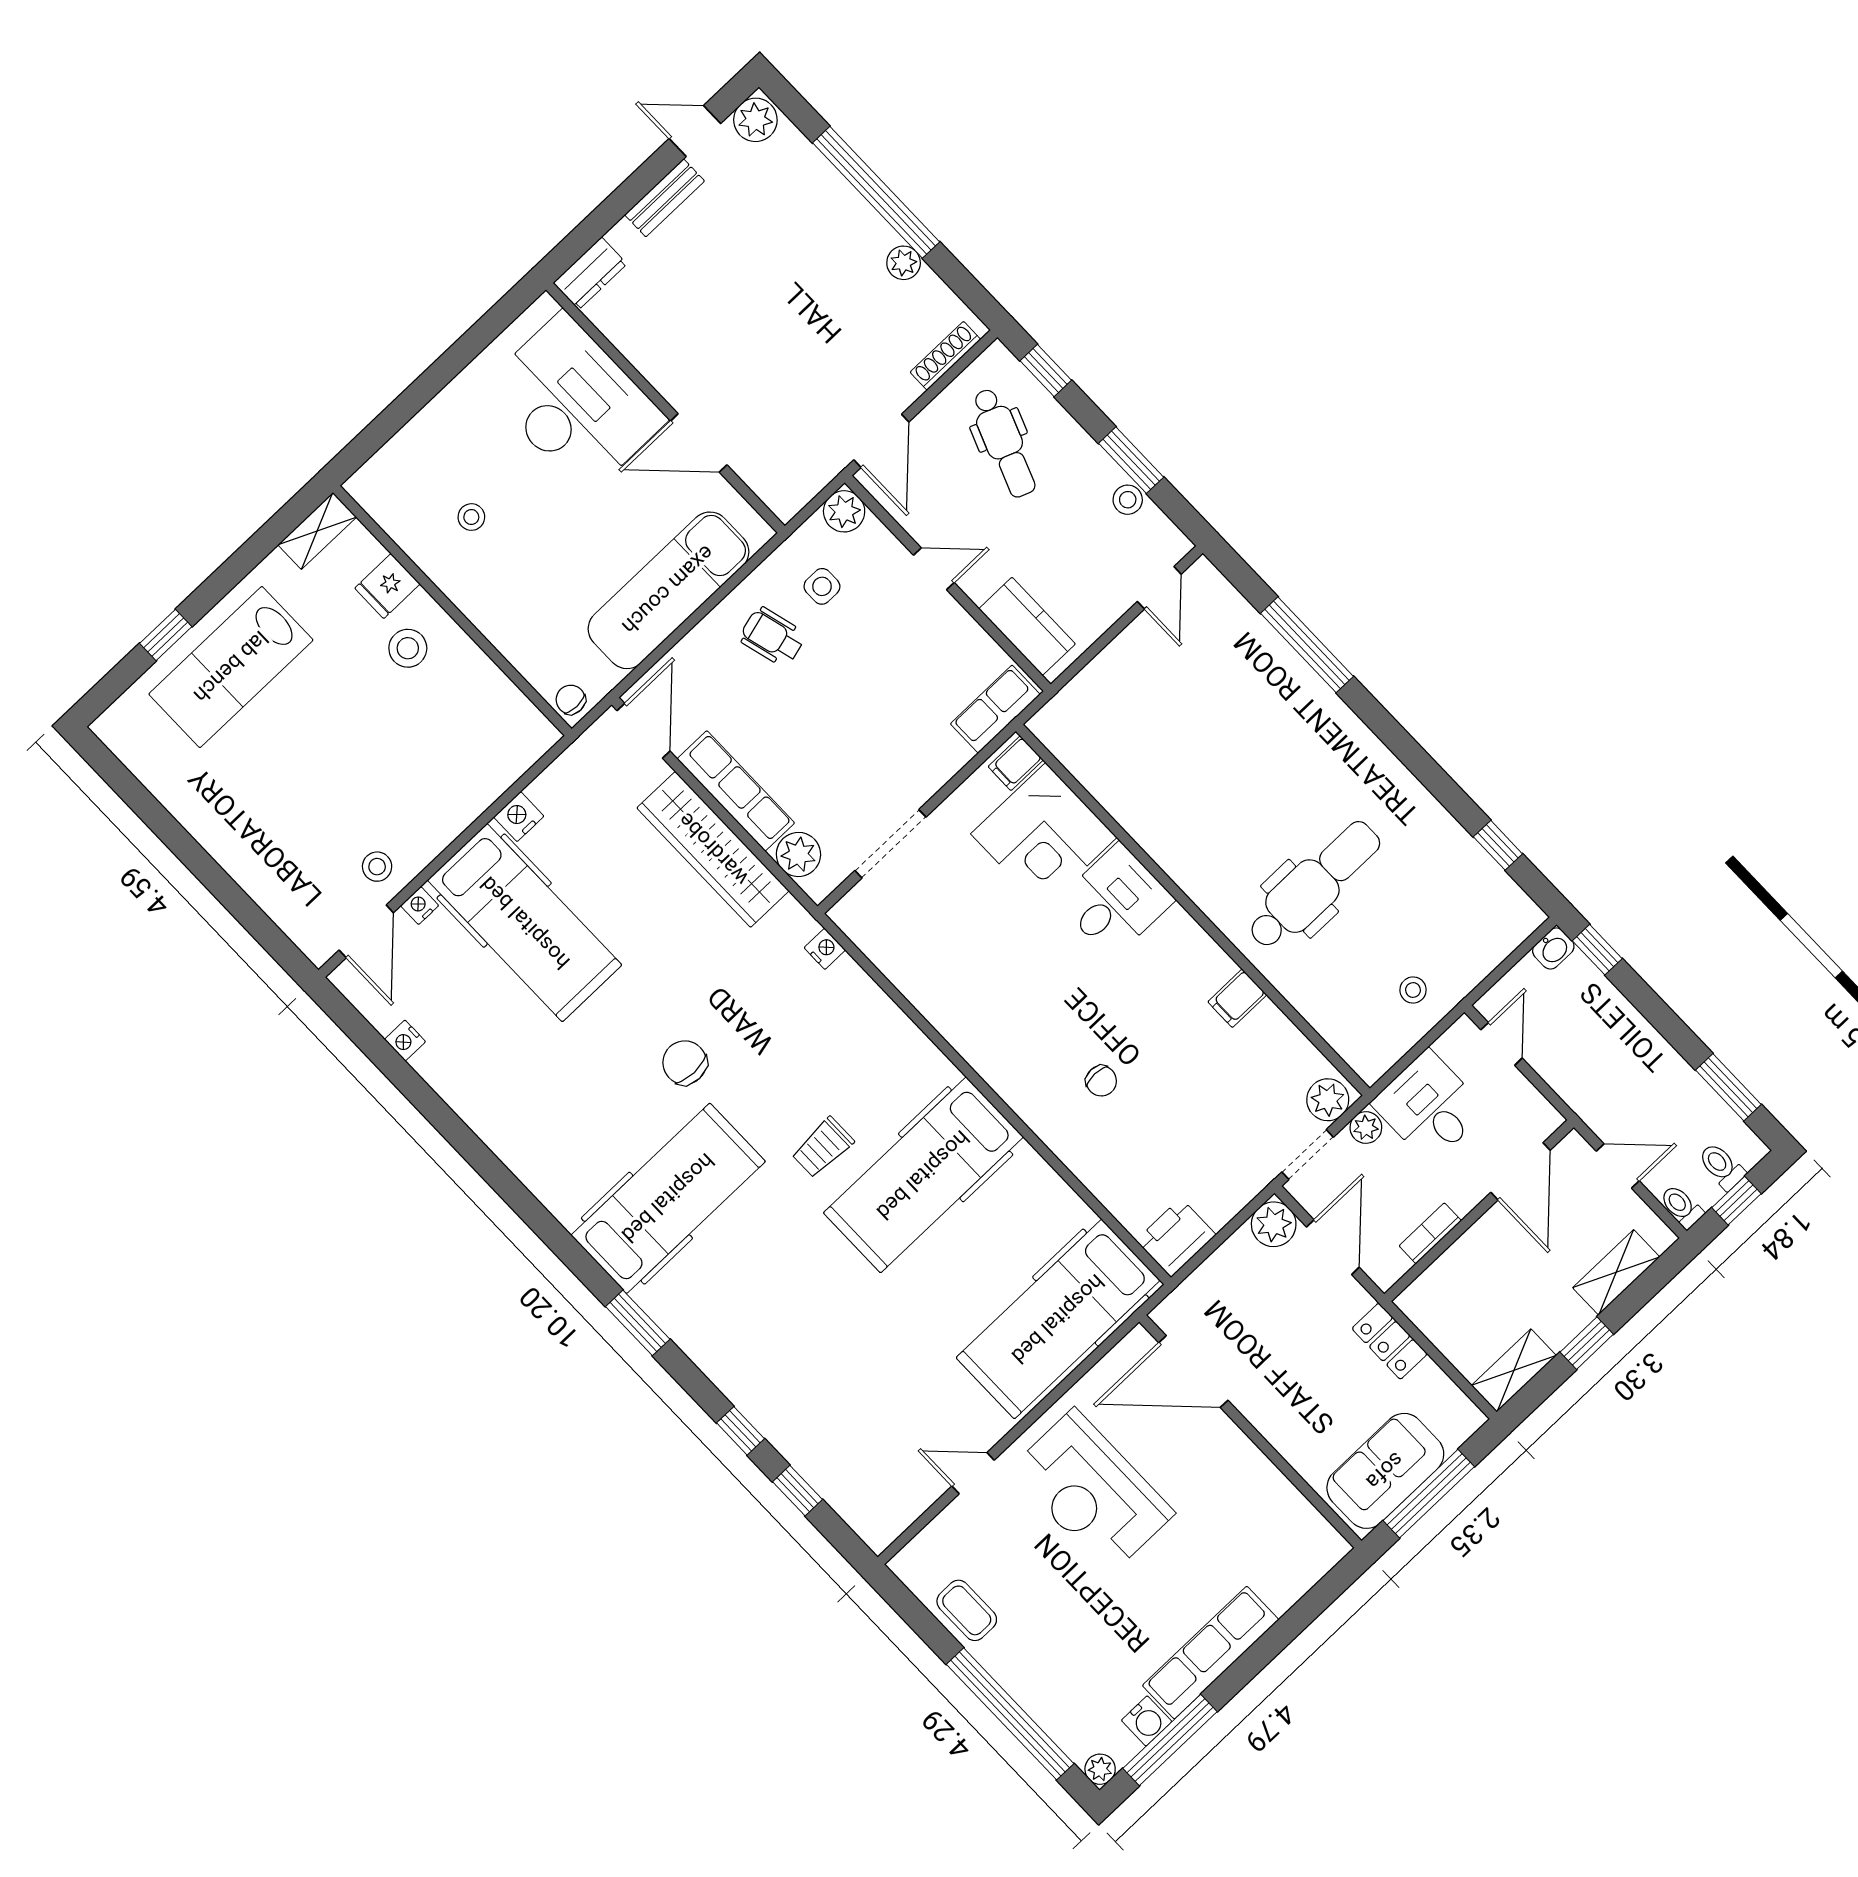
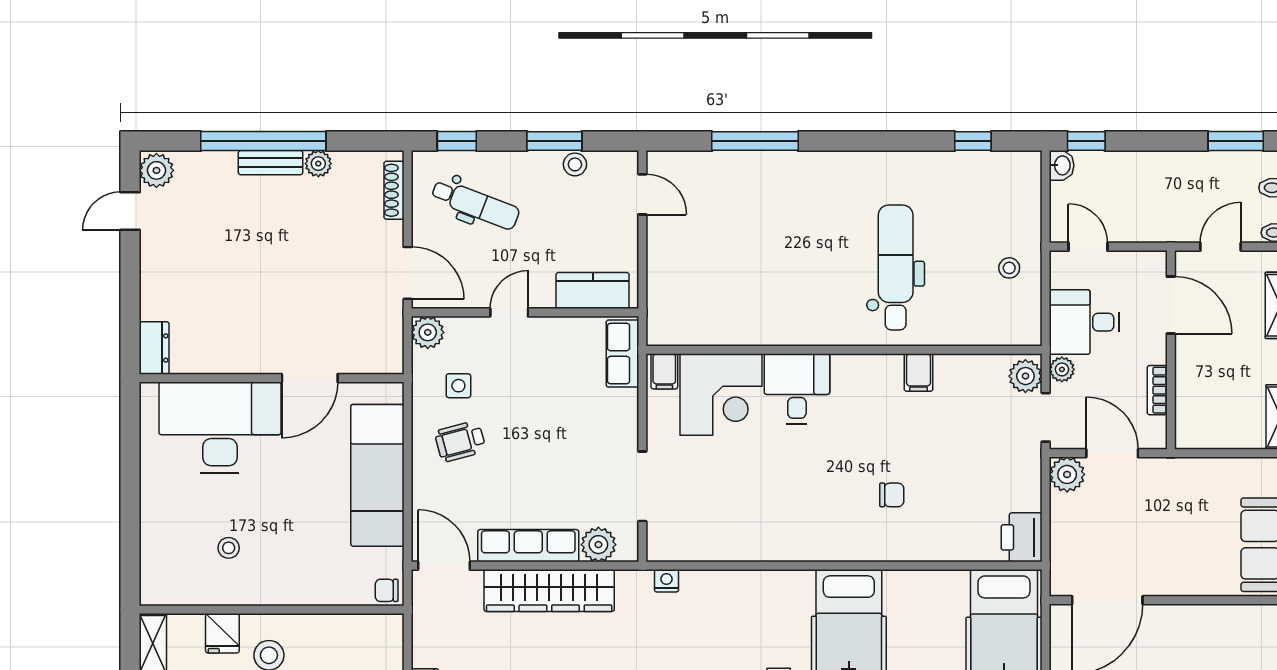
bench: (665, 198) -> (271, 163), moved, turned 90
locker: (1390, 1341) -> (1197, 472), removed

